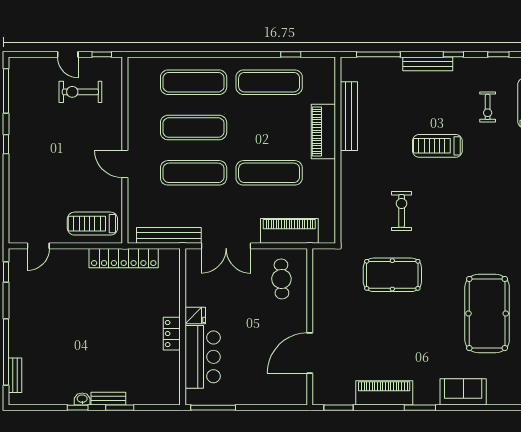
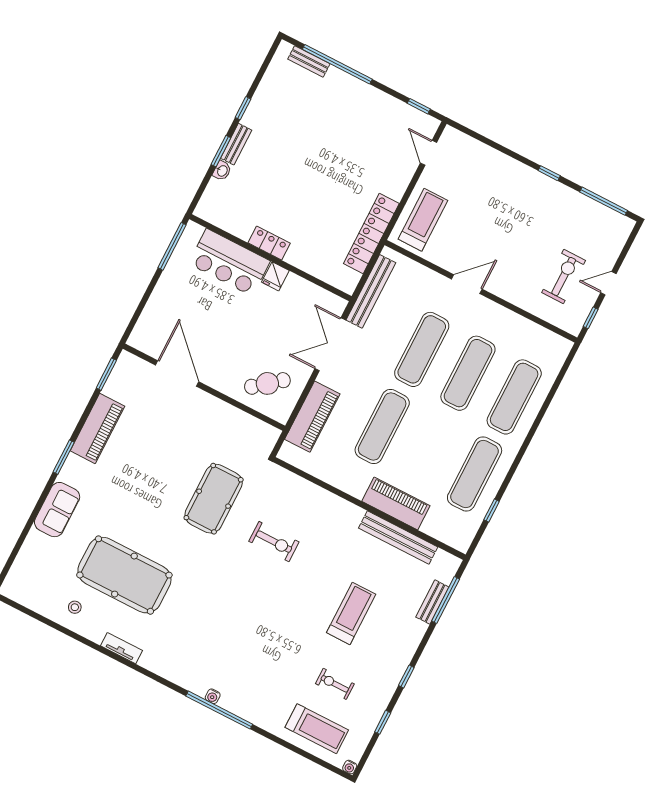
bench: (428, 64) -> (432, 602), moved, width x0.73
treadmill: (437, 146) -> (351, 613), moved
cafe table: (281, 279) -> (267, 383), turned -37
washbasin: (82, 399) -> (222, 171), moved

